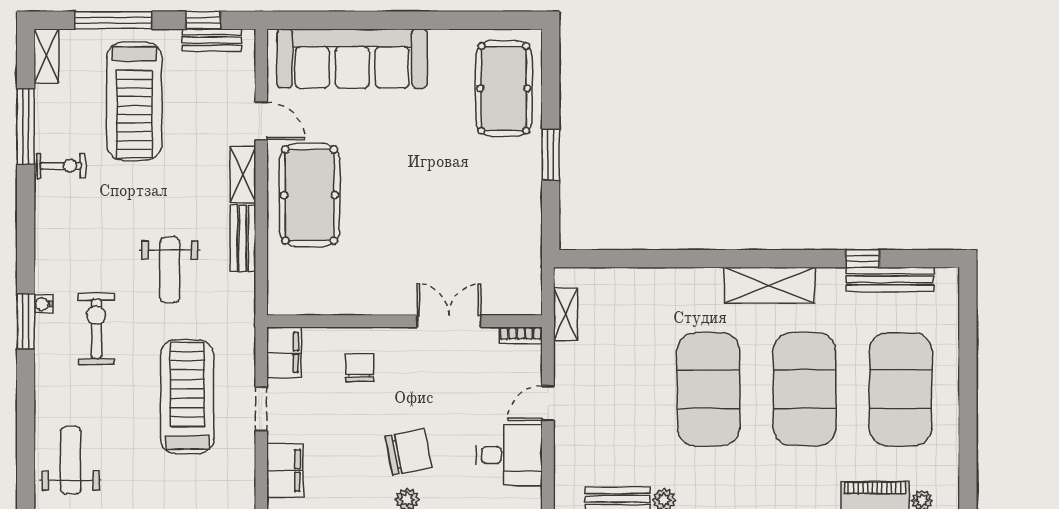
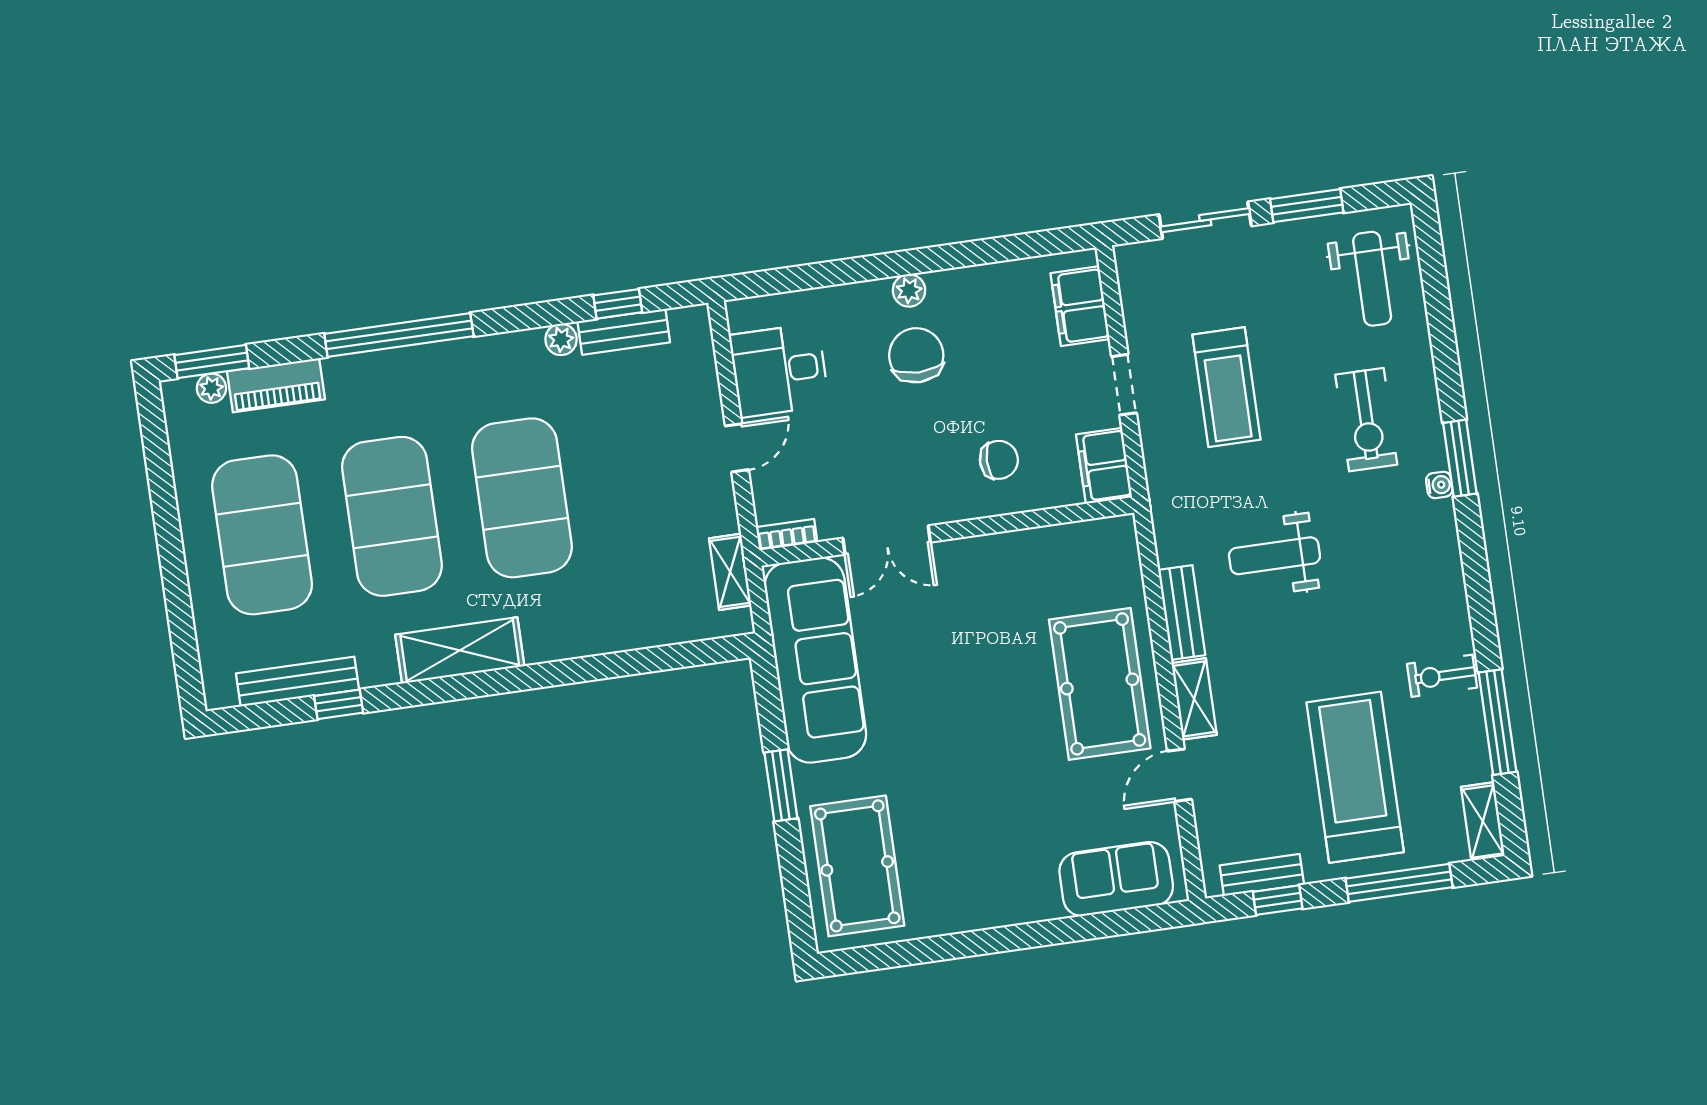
sofa: (352, 58) -> (1116, 879), width x0.54, depth x0.79
door: (261, 121) -> (1179, 775), hinge flipped
sofa: (513, 242) -> (815, 660), added
weight bench: (170, 270) -> (1274, 556), turned -90
exercise bike: (96, 329) -> (1366, 420), moved
chair: (359, 368) -> (999, 460), turned -90
treadmill: (187, 397) -> (1227, 387), width x0.73, depth x0.73
chair: (408, 452) -> (916, 355), turned 101

